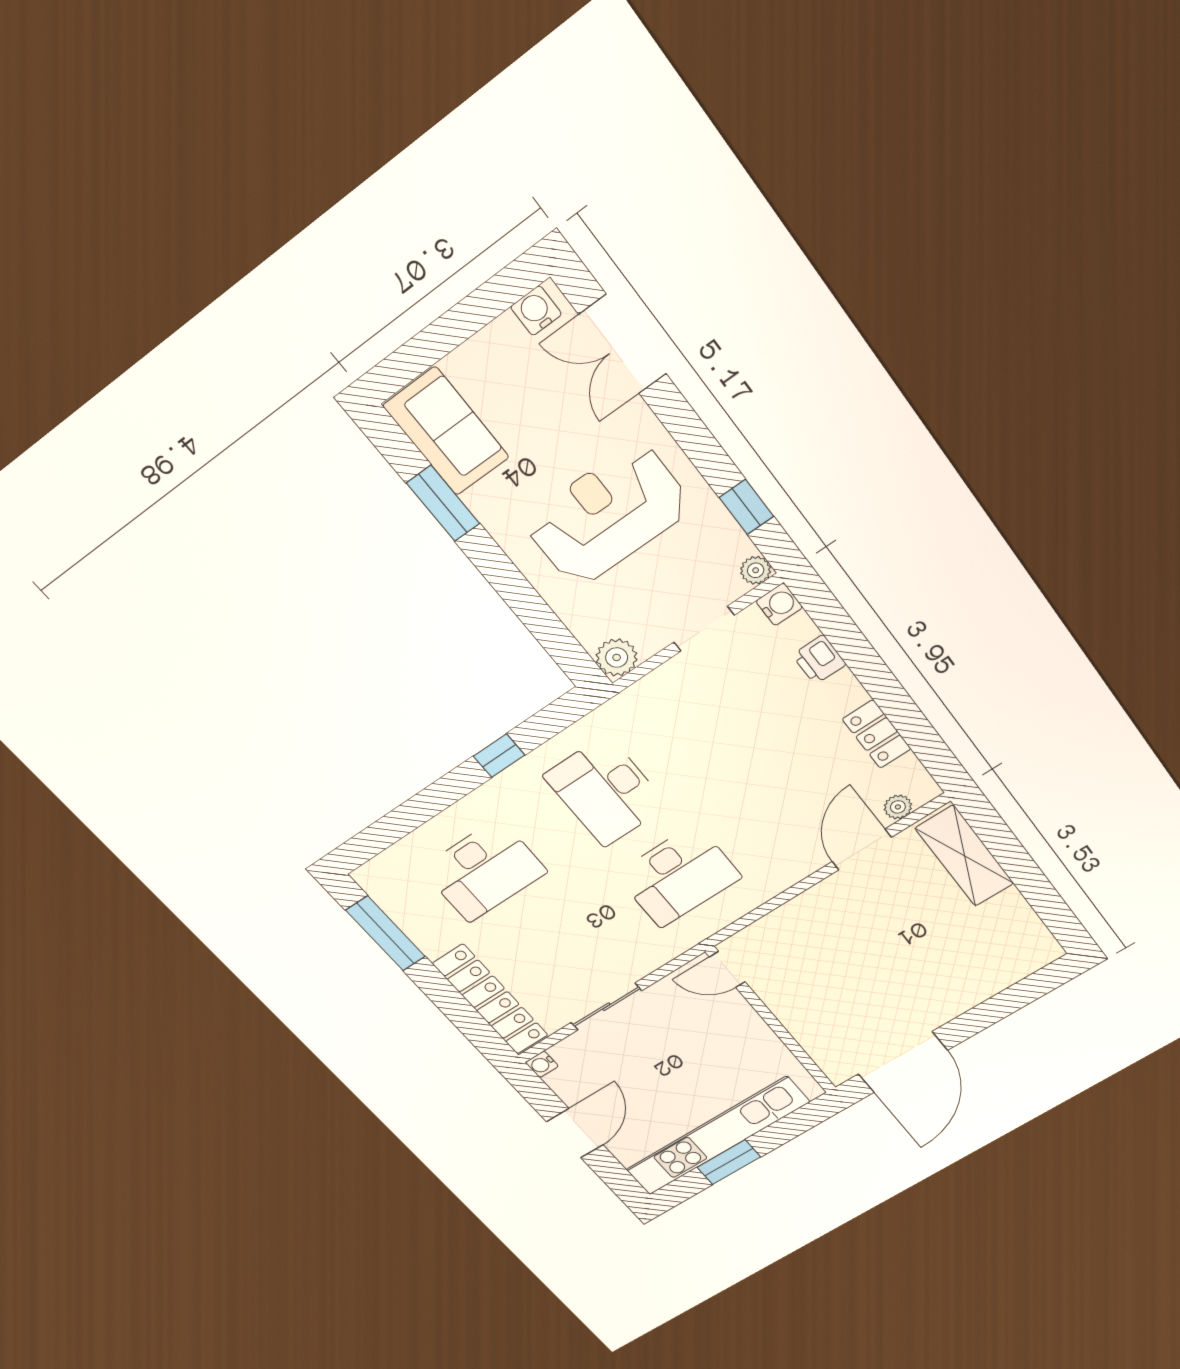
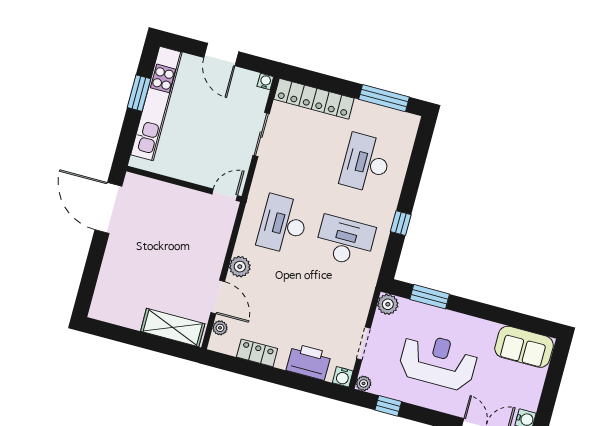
window: (443, 503) -> (430, 297), moved
reception desk: (608, 515) -> (438, 361), turned -90
printer: (819, 660) -> (309, 362), width x1.87, depth x1.48
plant: (792, 866) -> (240, 267), added

